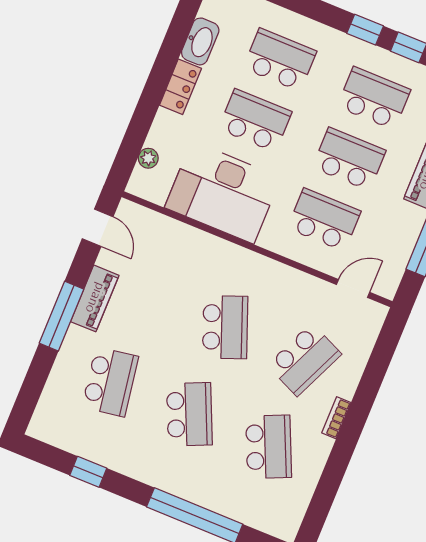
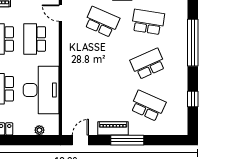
school desk: (225, 327) -> (102, 64), removed
school desk: (110, 382) -> (148, 106), turned 33
school desk: (269, 447) -> (148, 22), turned 33

